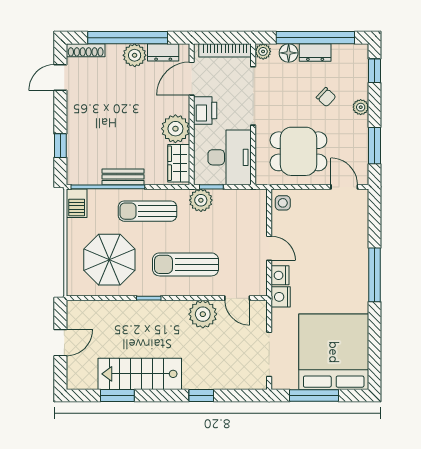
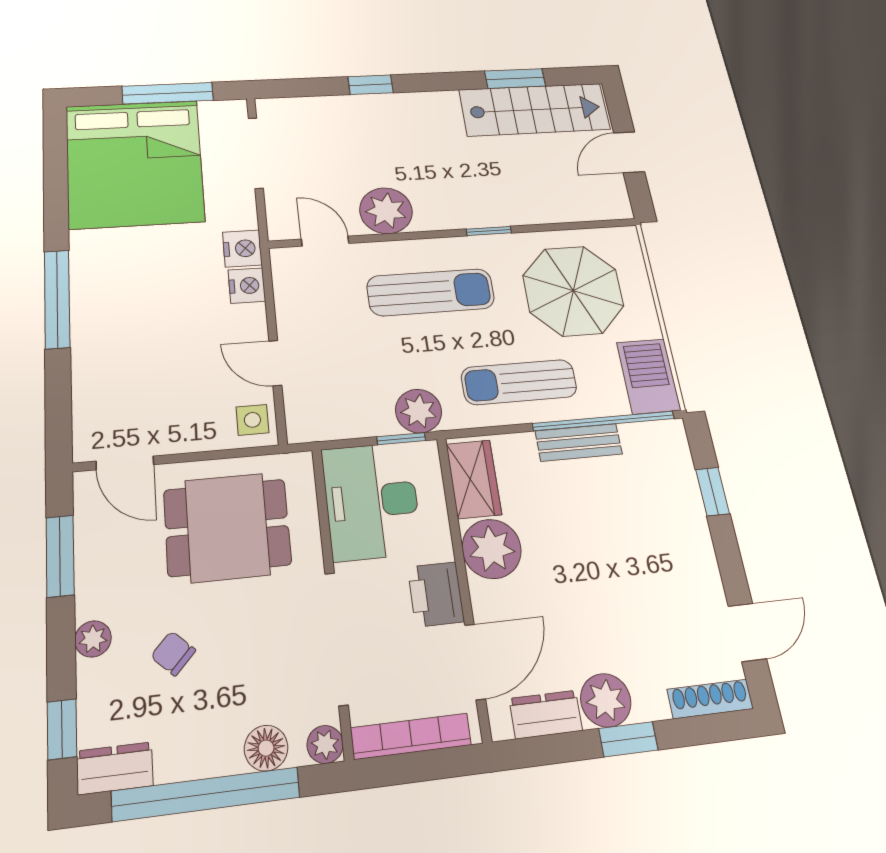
window: (128, 38) -> (628, 739), width x0.32
dresser: (315, 52) -> (115, 768), moved
barbecue: (77, 203) -> (649, 376), width x1.38, depth x1.27
sun lounger: (148, 211) -> (519, 382), turned 180
door: (269, 248) -> (275, 363), moved
stairs: (140, 374) -> (535, 110), moved

